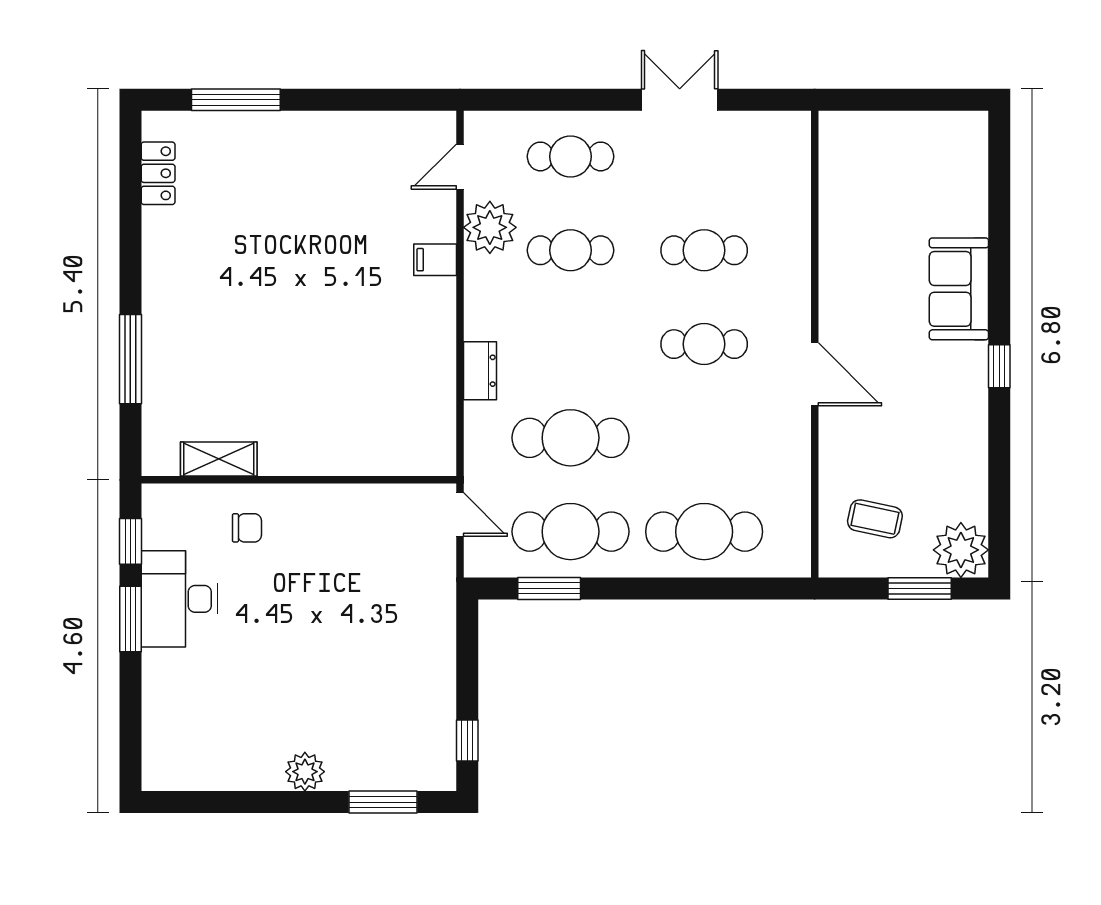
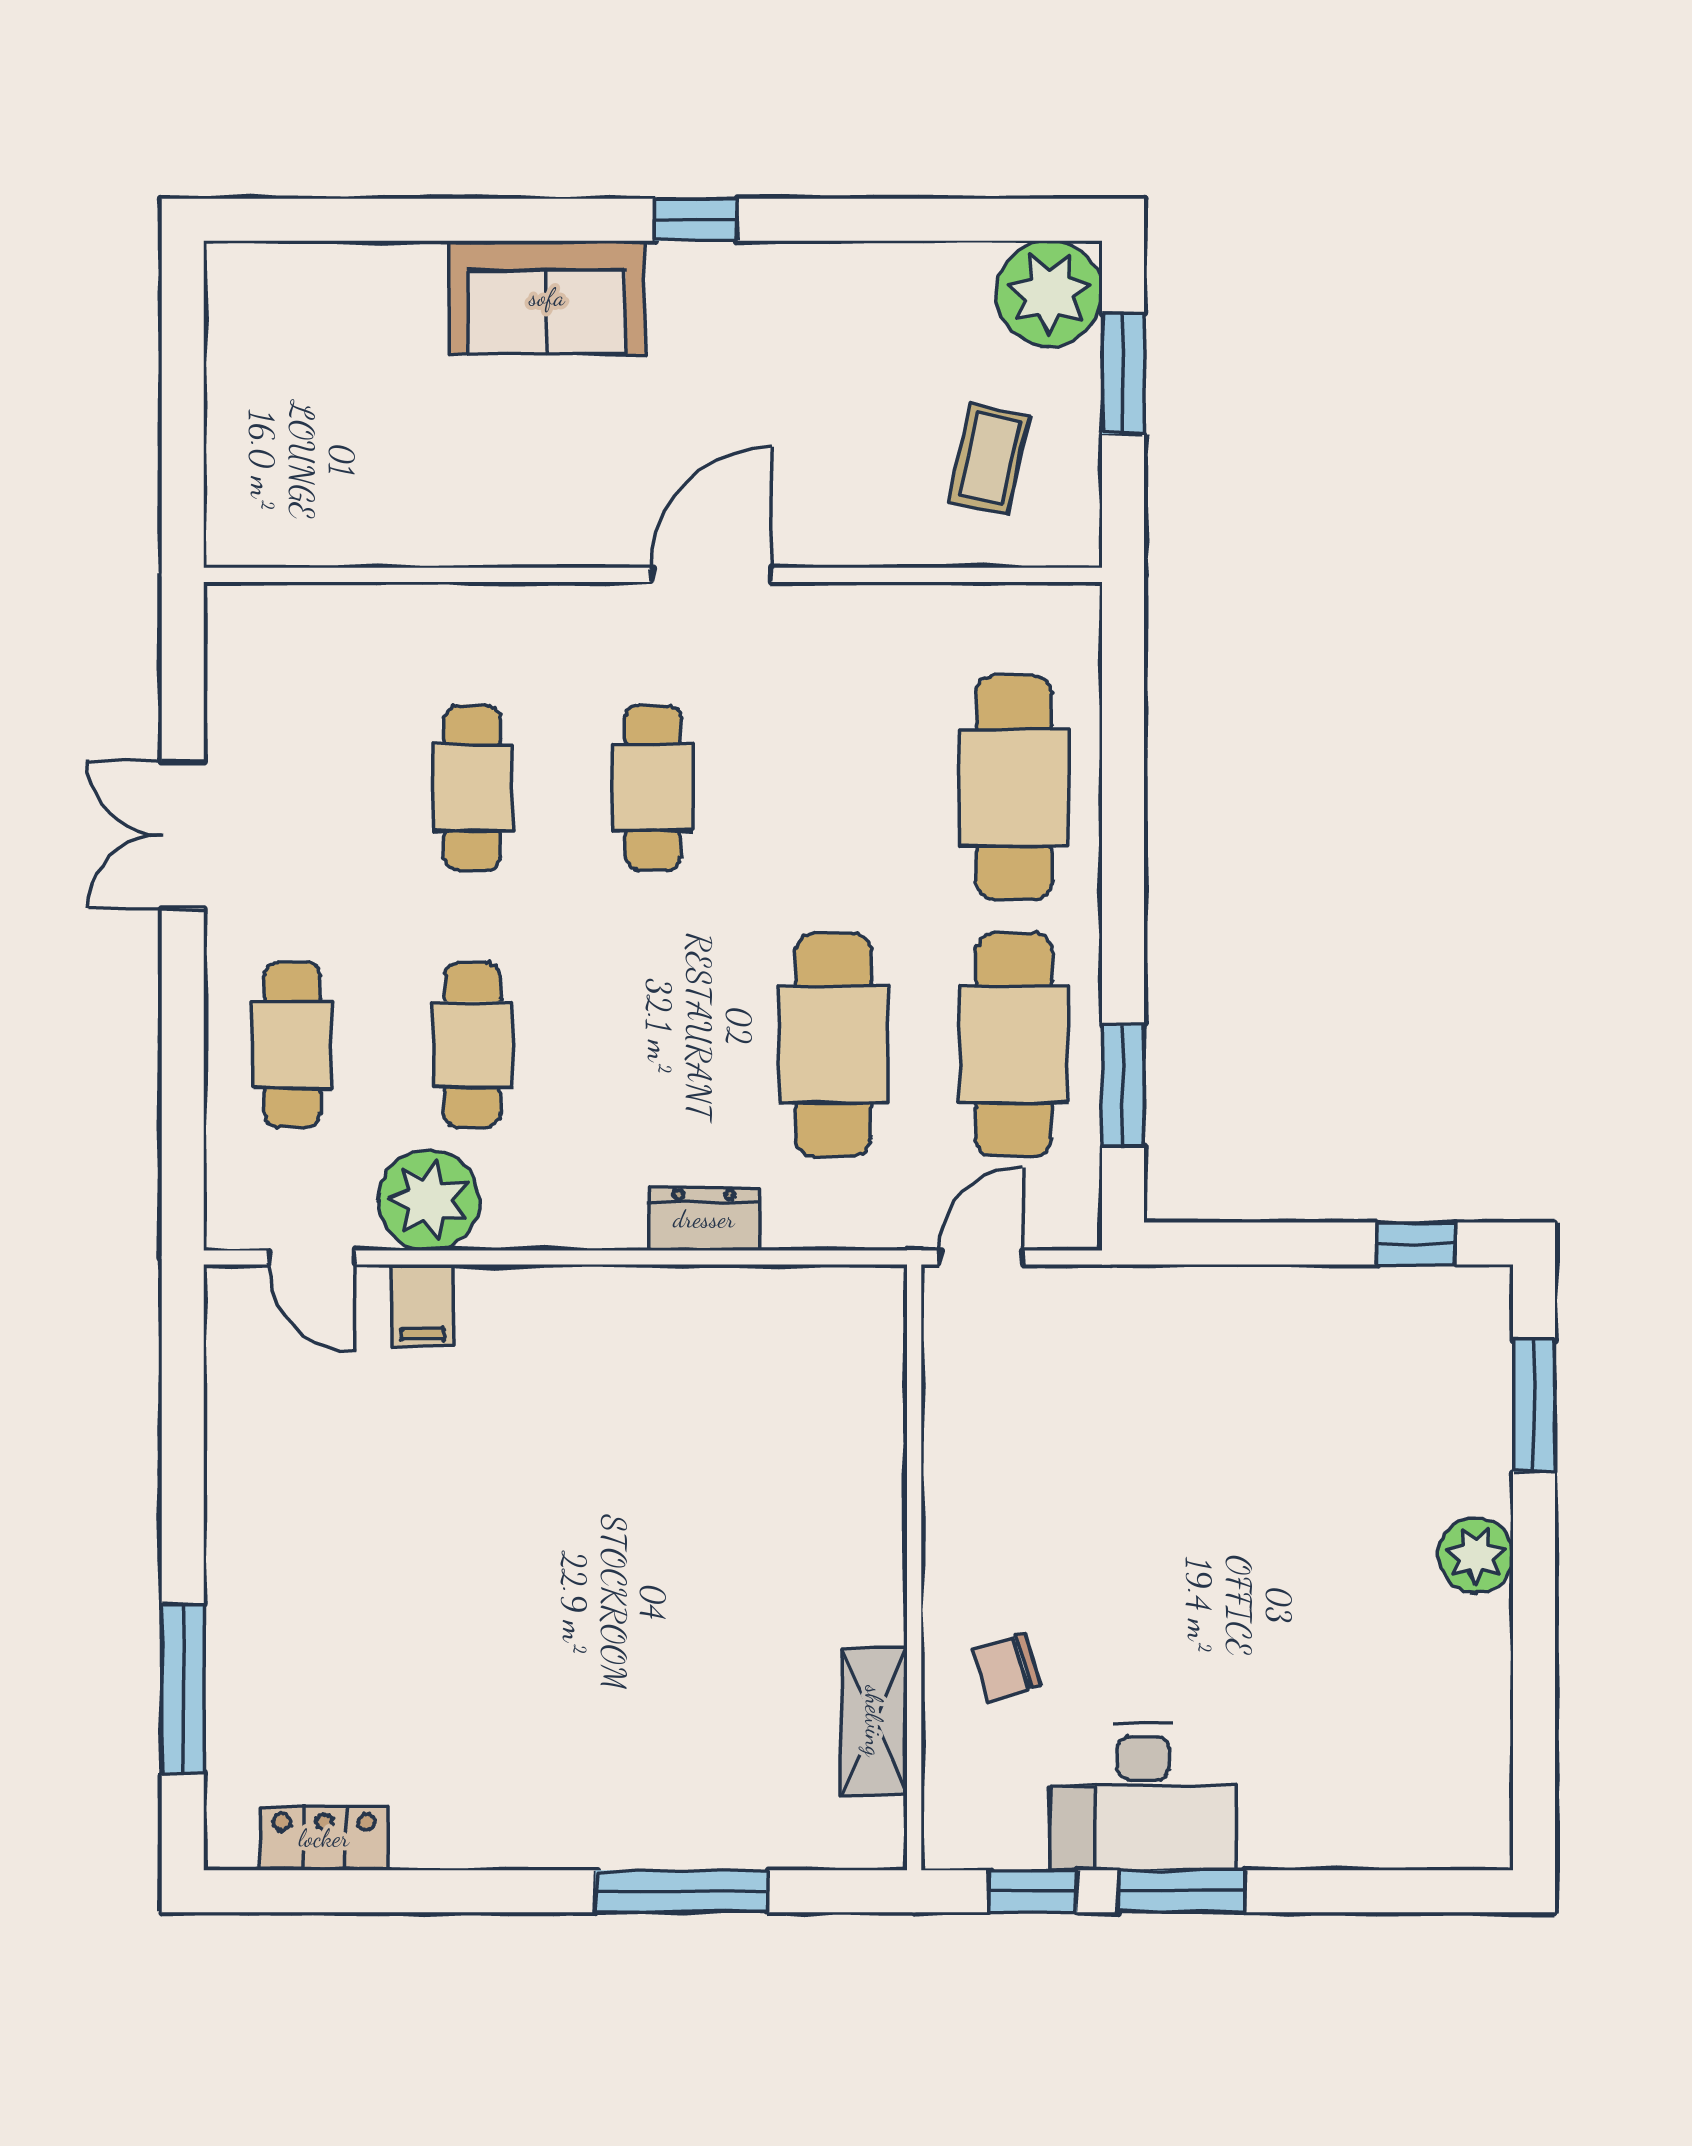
filing cabinet: (435, 260) -> (423, 1305), moved
chair: (247, 528) -> (1007, 1667), turned -107

